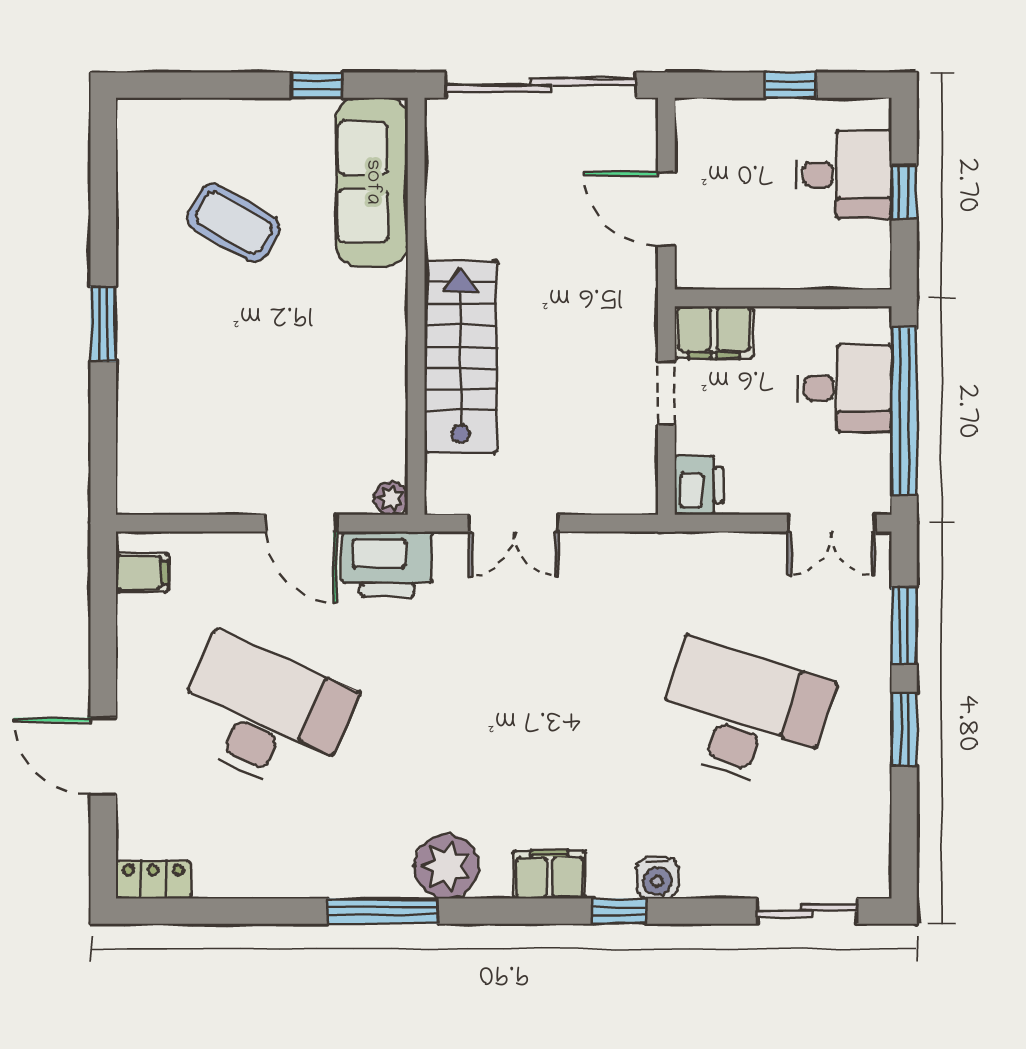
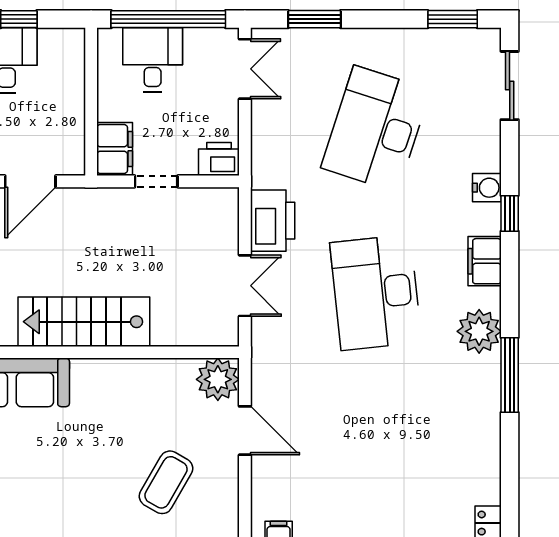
coffee table: (234, 223) -> (166, 482), moved
stairs: (461, 357) -> (84, 322), moved
plant: (391, 498) -> (218, 379), width x1.88, depth x1.88
door: (301, 523) -> (245, 431), hinge flipped
printer: (387, 564) -> (273, 221), moved
desk: (264, 715) -> (376, 292), moved, turned -30
window: (904, 729) -> (453, 19), moved

